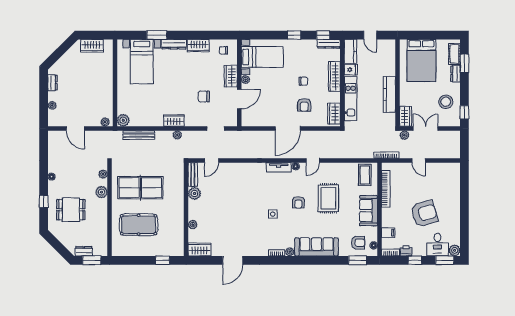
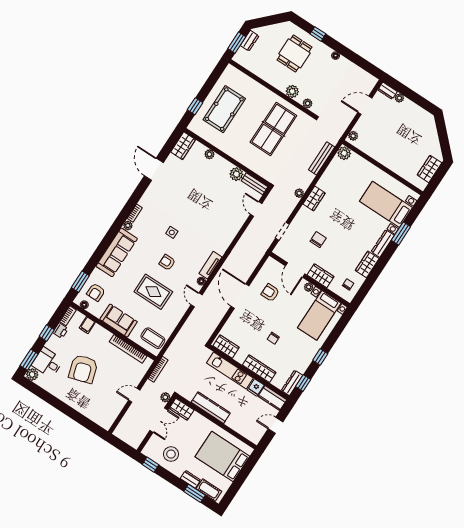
dresser: (52, 83) -> (387, 91), moved
armchair: (304, 105) -> (270, 293), moved
pool table: (139, 225) -> (224, 109), moved

